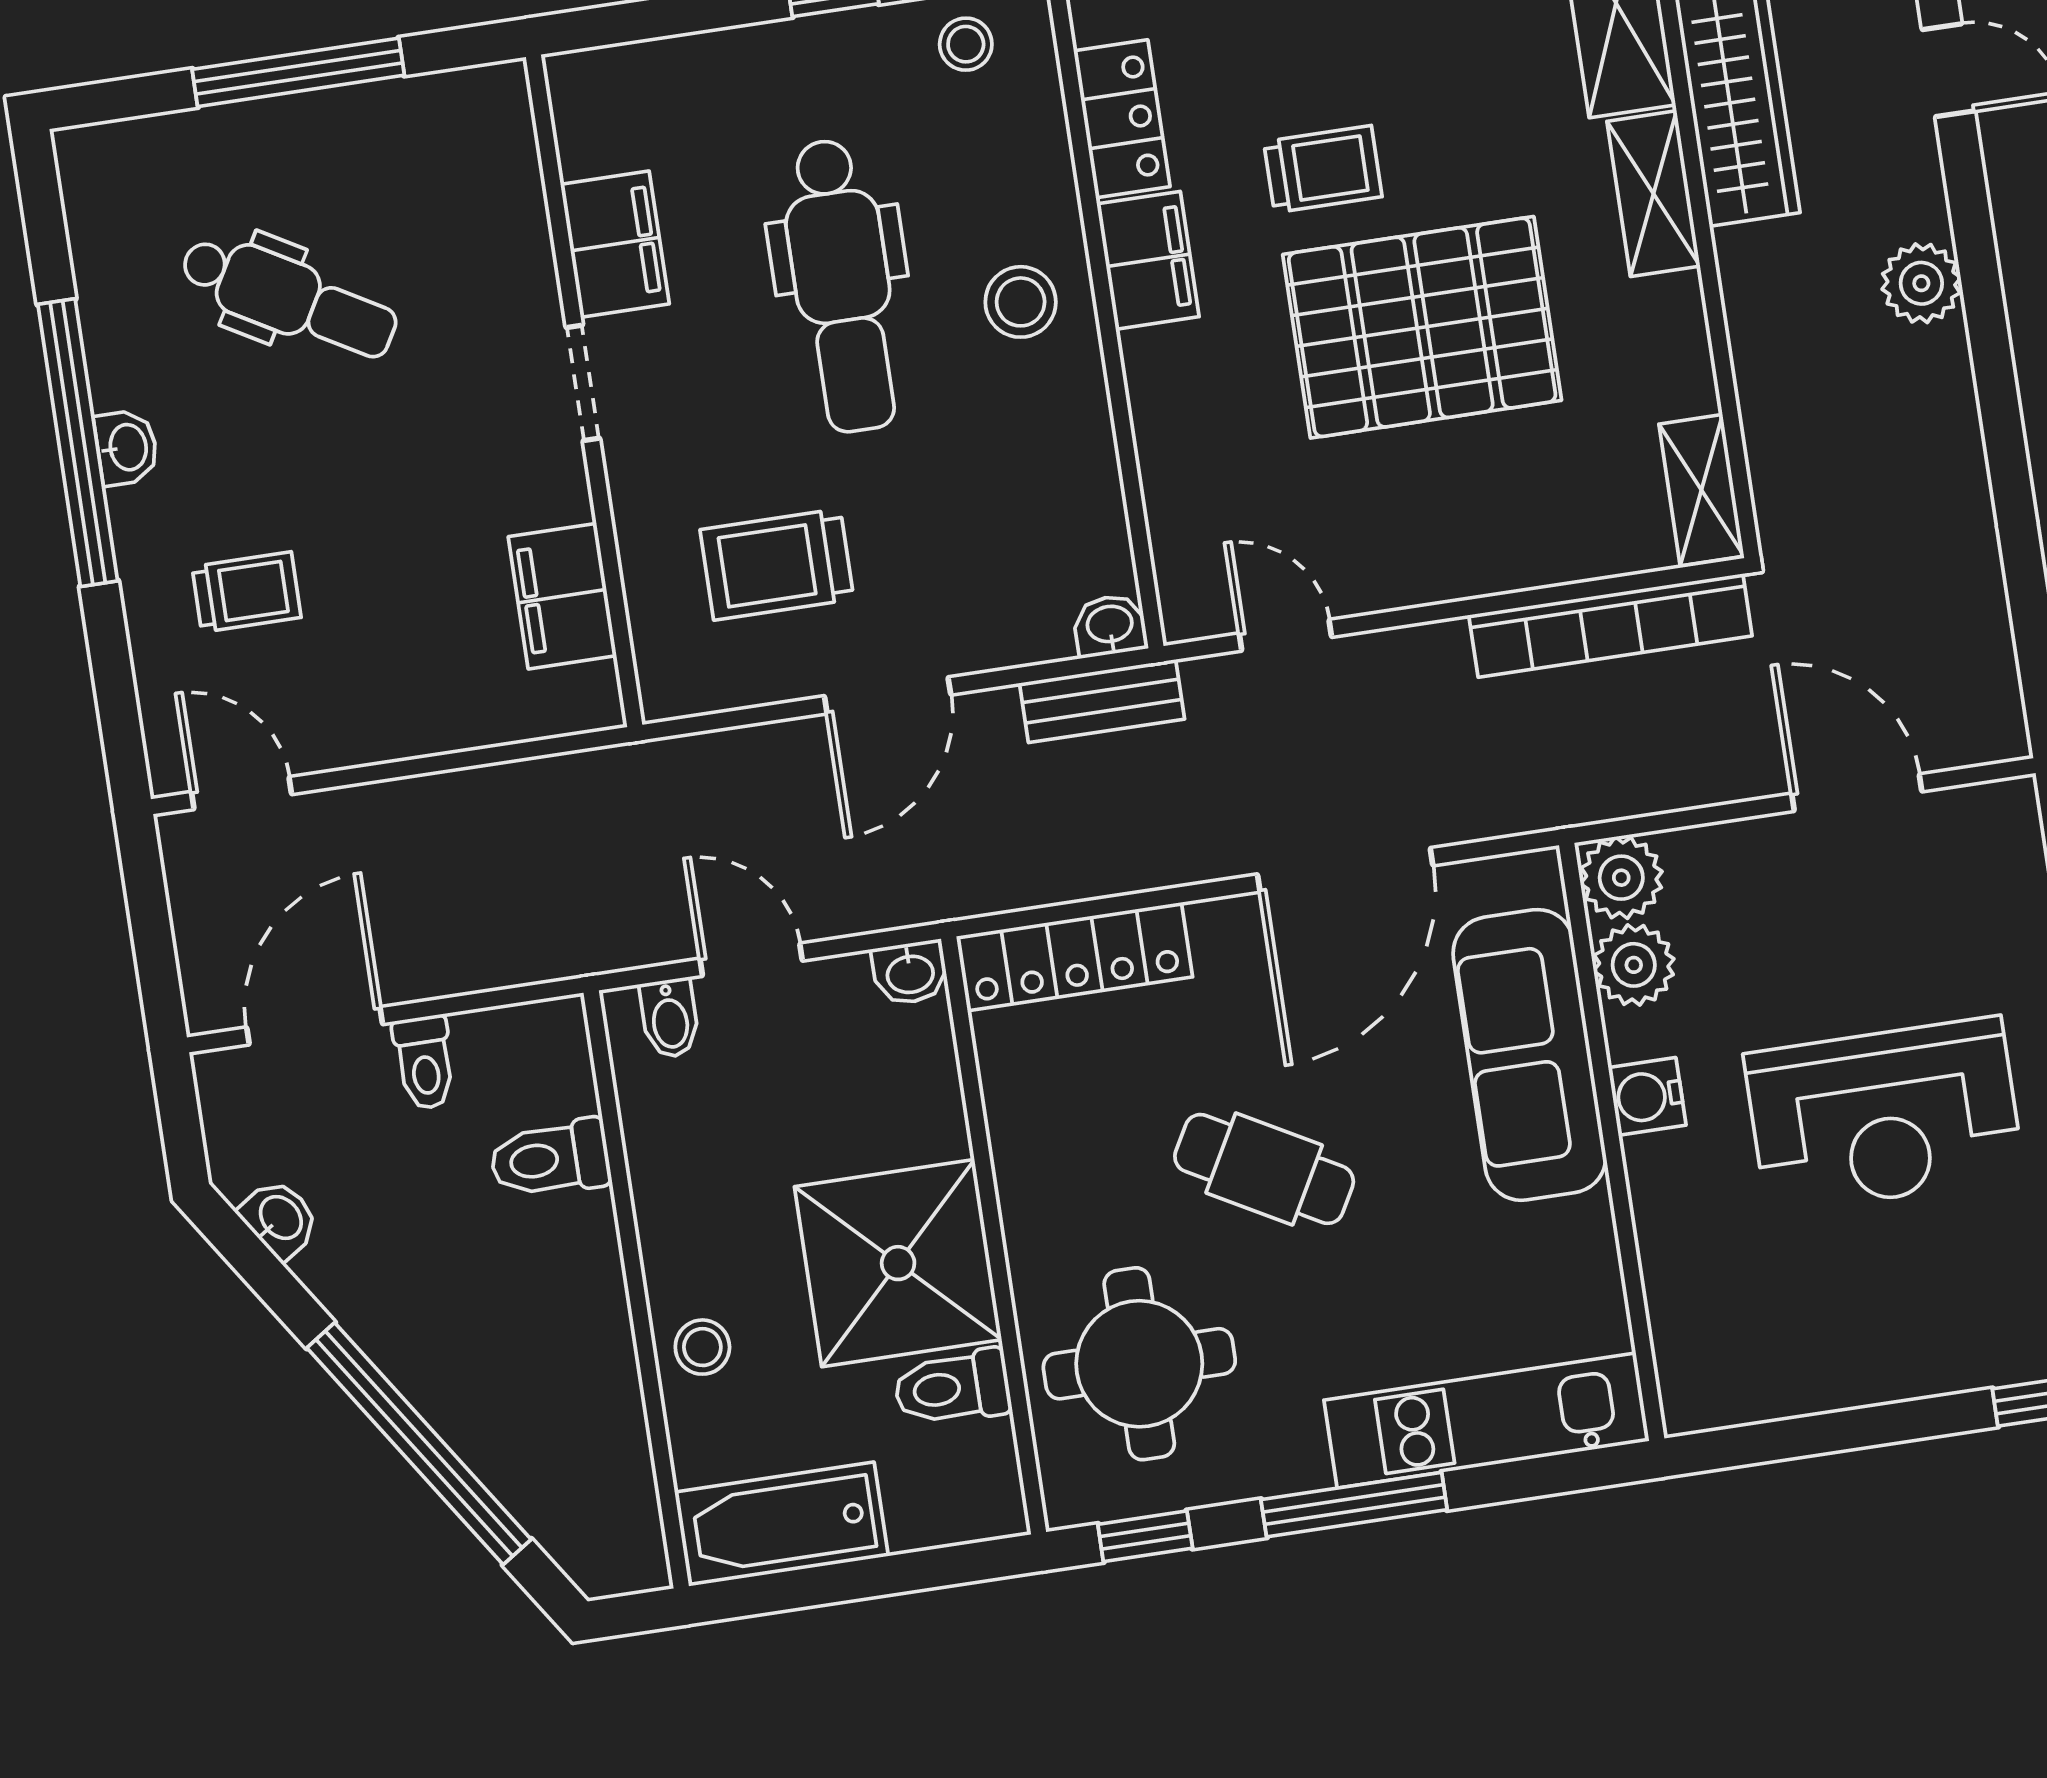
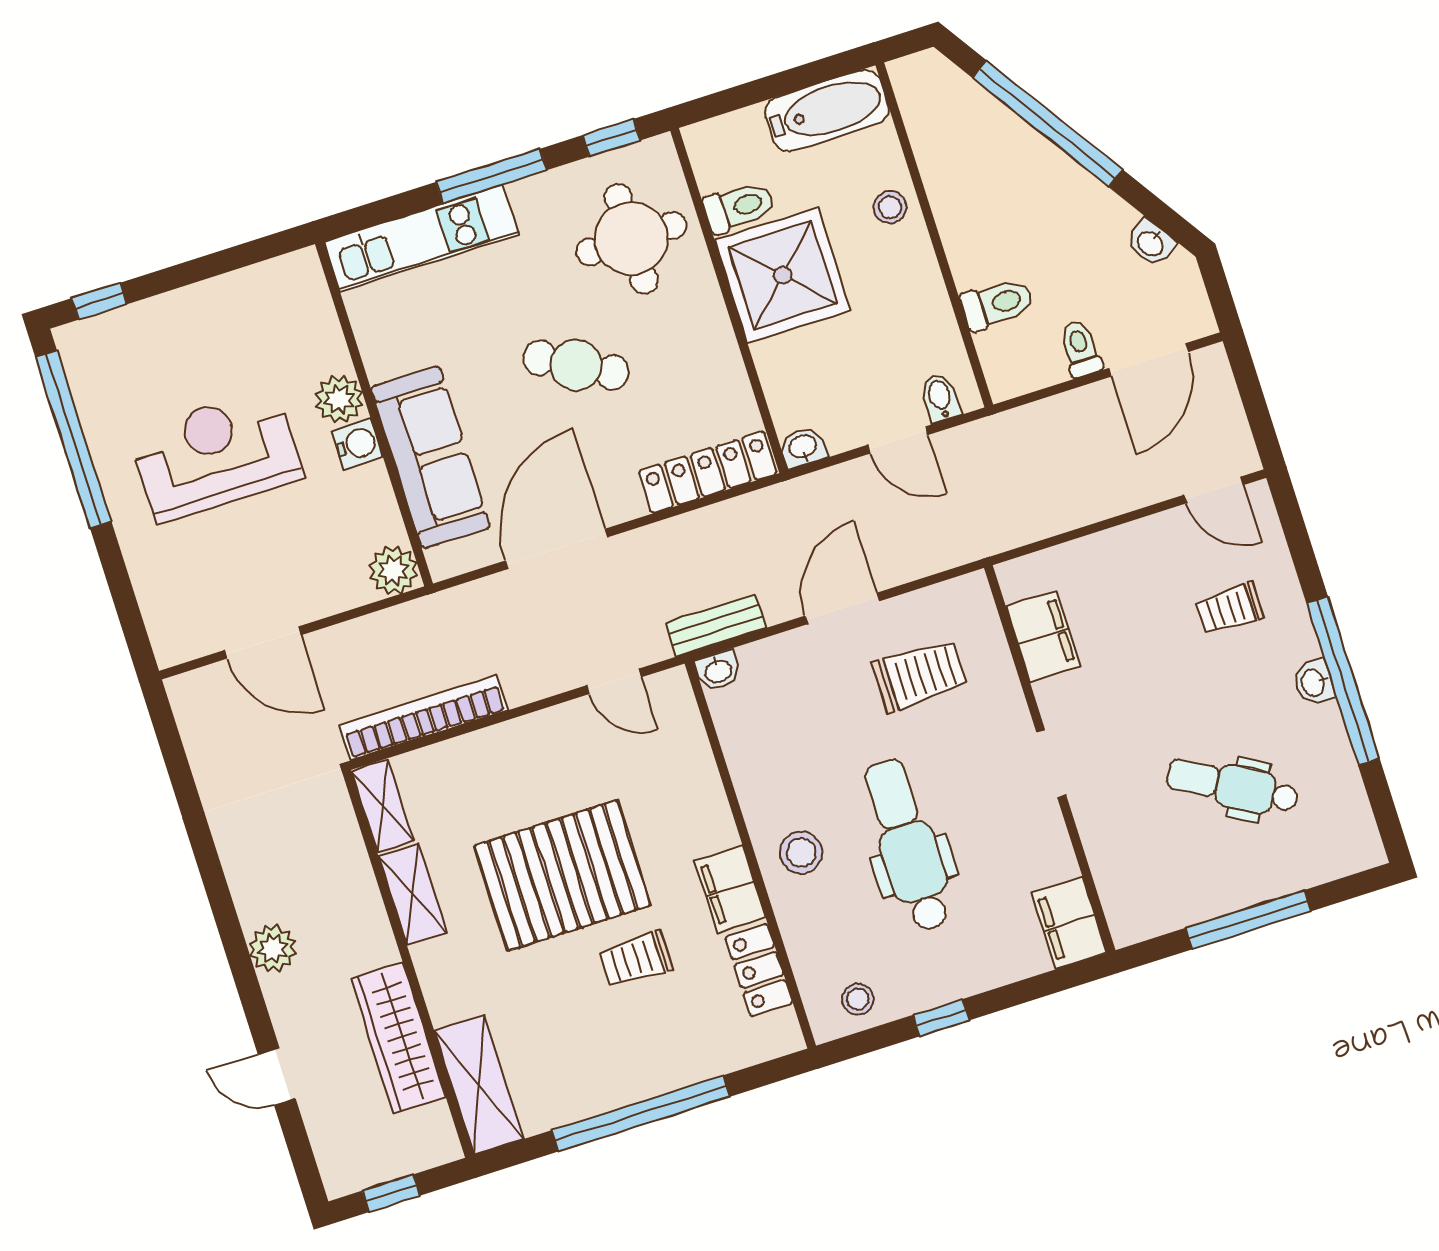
shelving: (1653, 194) -> (413, 894), moved
filing cabinet: (615, 244) -> (1069, 923), moved
plant: (1634, 965) -> (339, 399), moved

